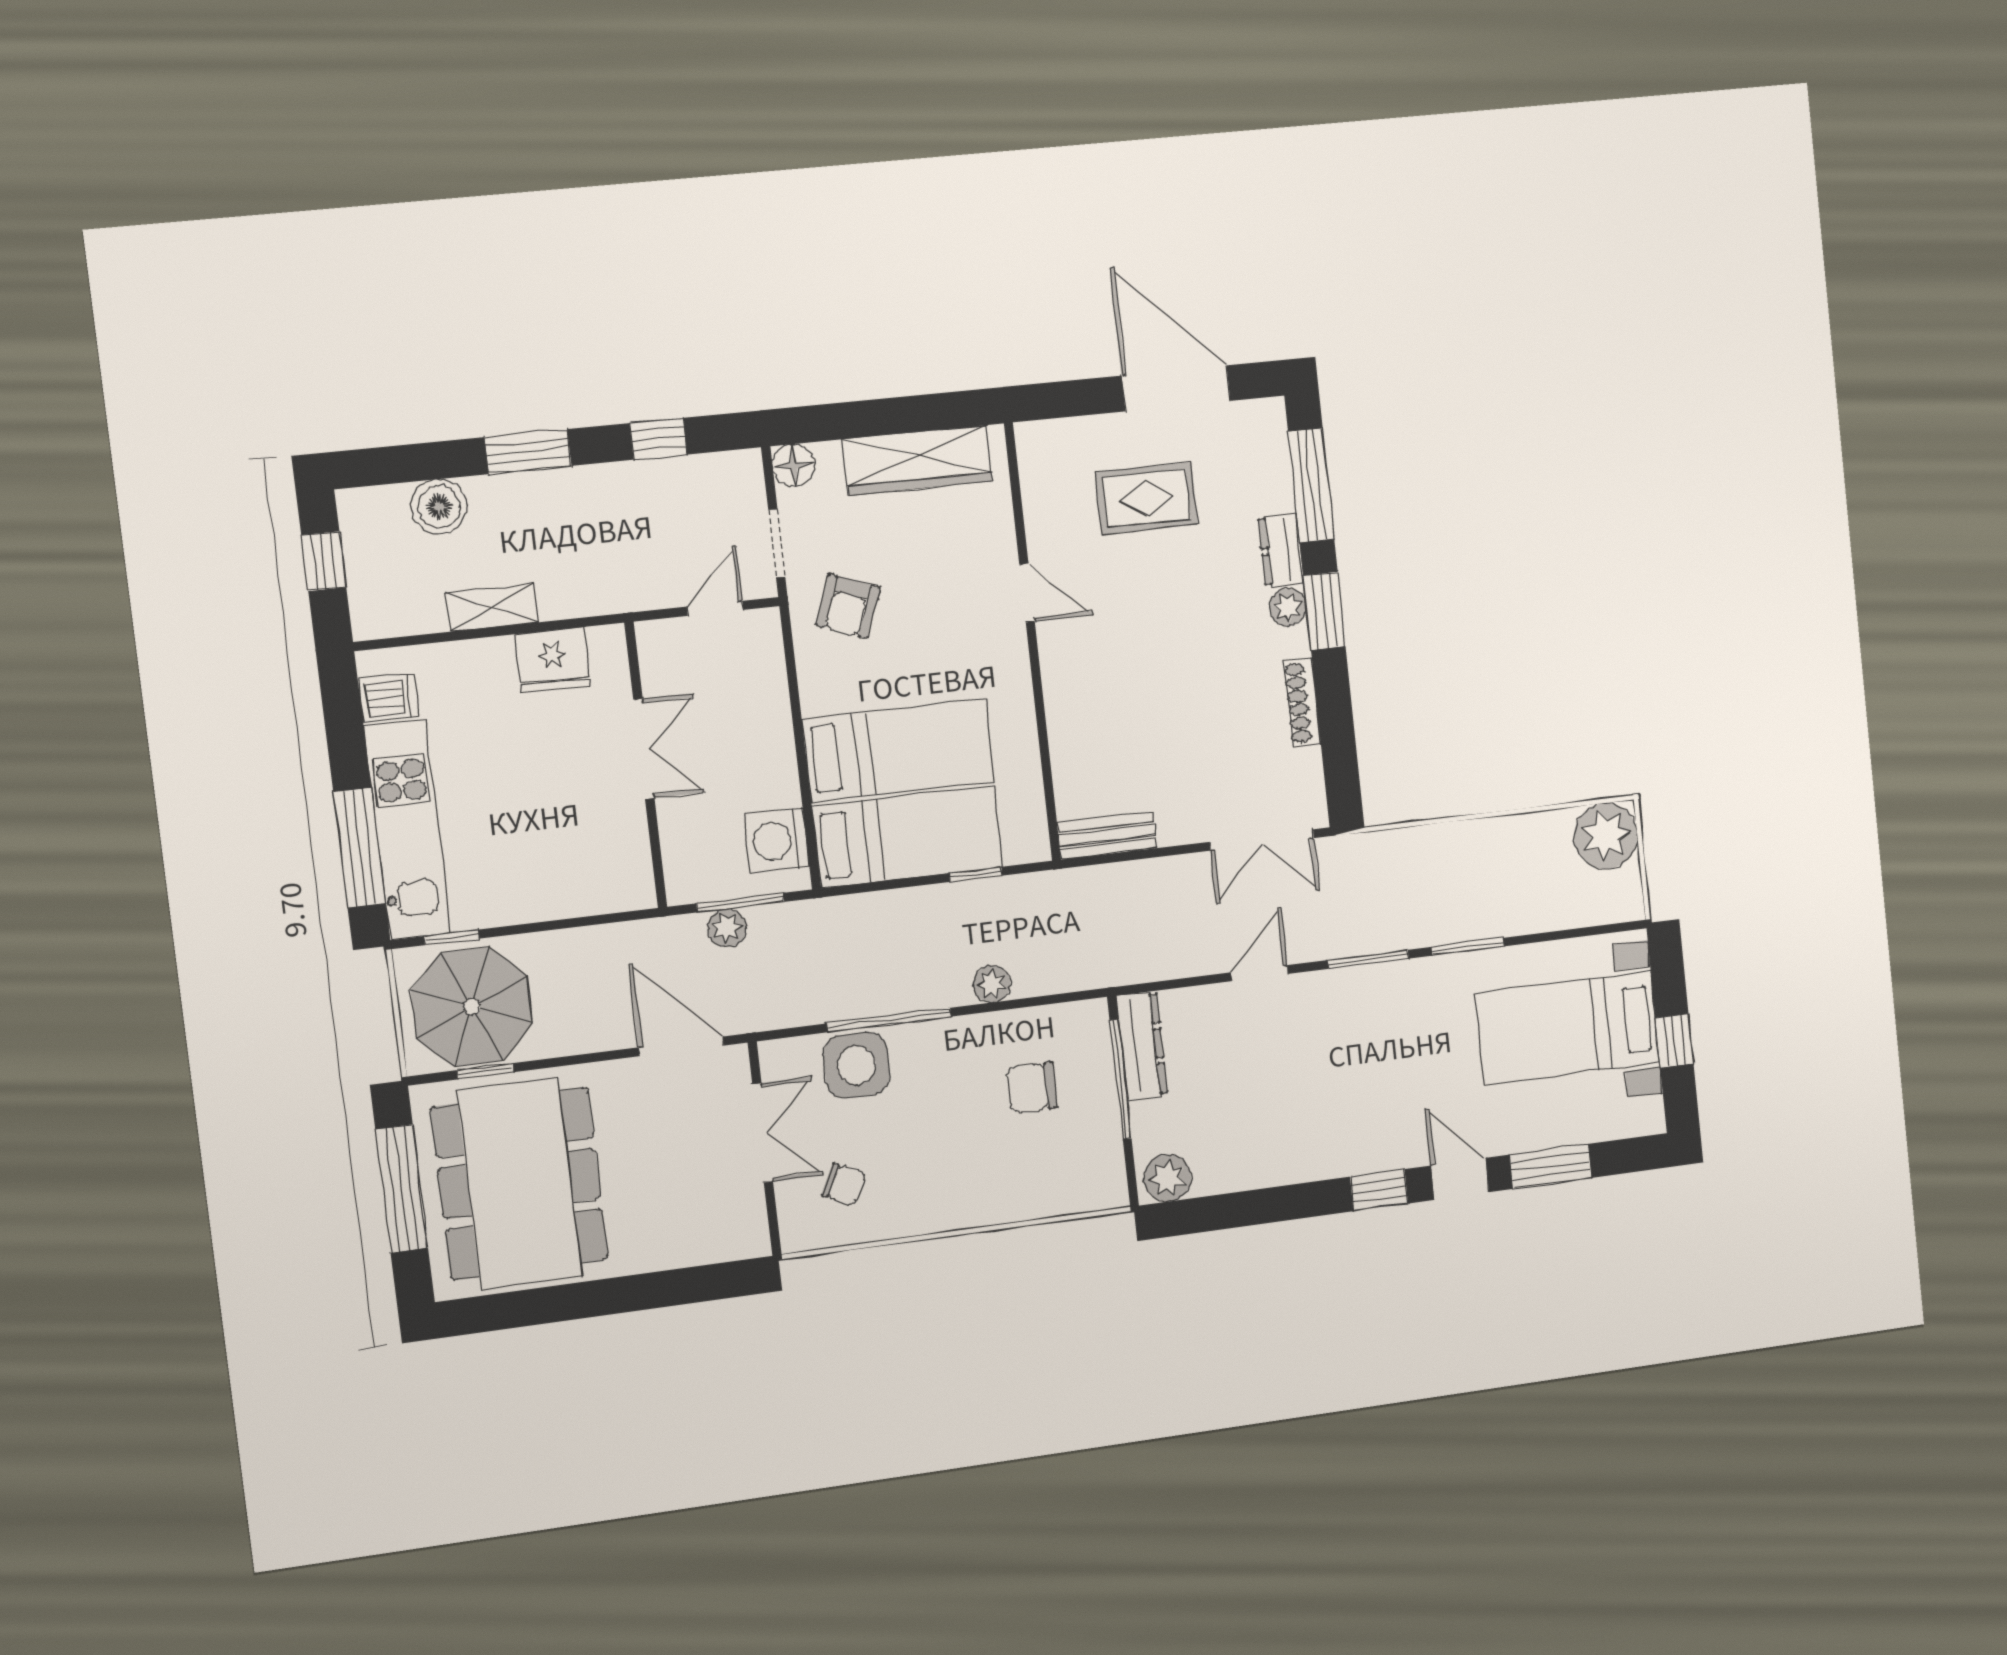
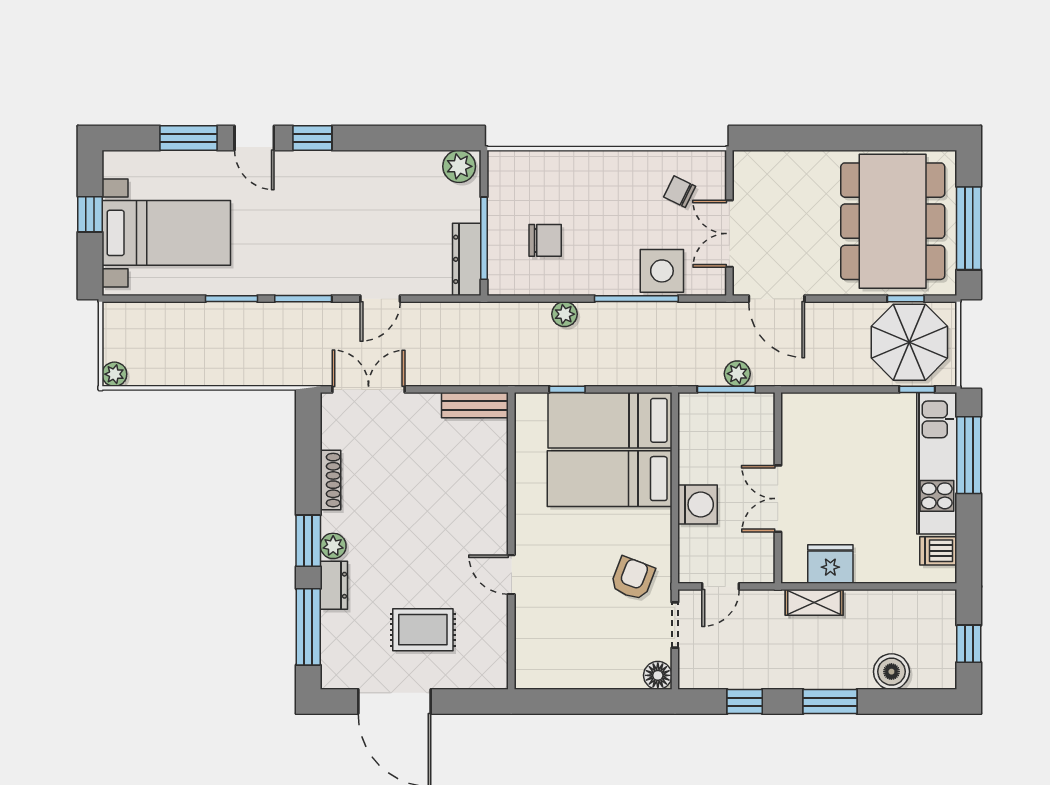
wardrobe: (917, 460) -> (575, 671), removed
shelving: (492, 607) -> (814, 602), moved
plant: (1606, 836) -> (114, 374), width x0.53, depth x0.53
washing machine: (777, 841) -> (698, 505), moved

